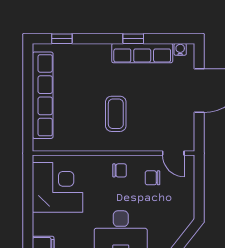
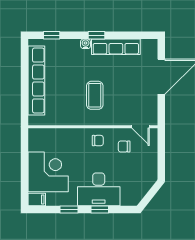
window: (133, 39) -> (97, 35), moved
water cooler: (180, 49) -> (86, 44), moved
corner desk: (58, 187) -> (48, 172), moved

